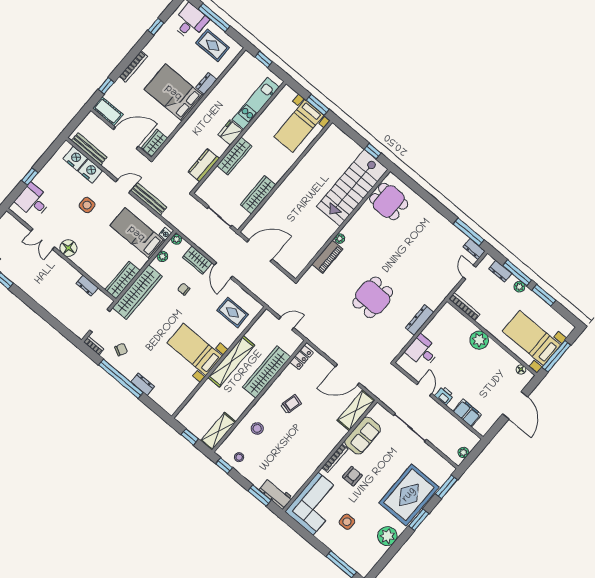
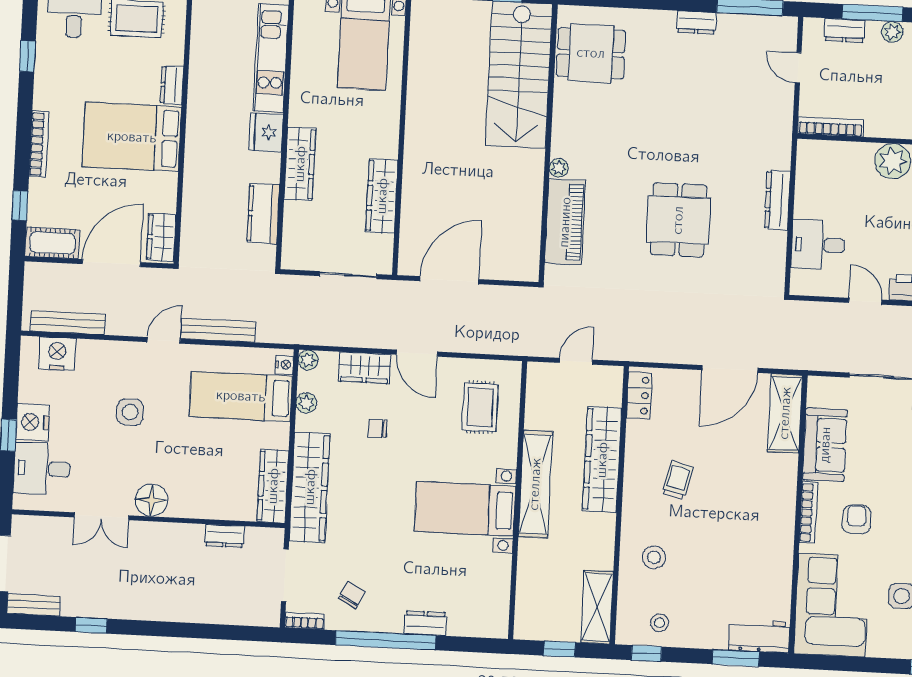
nightstand: (90, 171) -> (33, 422), moved, turned -90
dresser: (474, 249) -> (696, 22), moved
piano: (327, 257) -> (565, 222), width x1.37, depth x1.33
rug: (233, 312) -> (480, 407), turned 90

